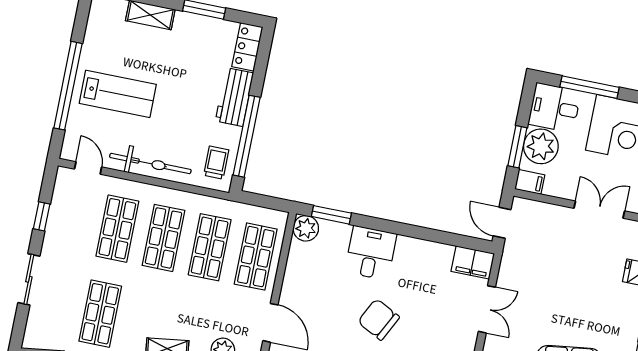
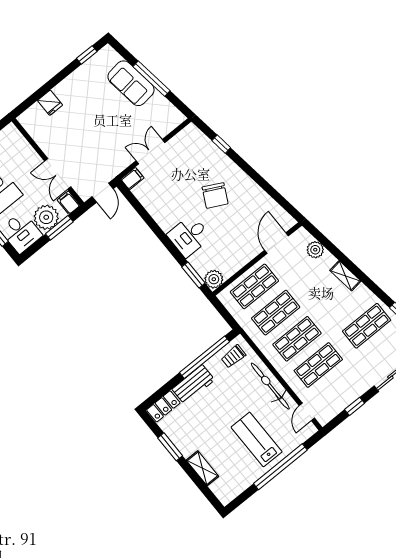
double door: (599, 210) -> (58, 174), moved
filing cabinet: (473, 262) -> (132, 179), width x0.50

